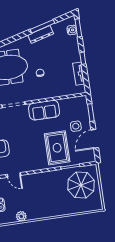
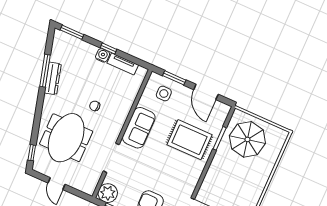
water cooler: (72, 30) -> (103, 55), moved
side table: (76, 126) -> (164, 93), moved

